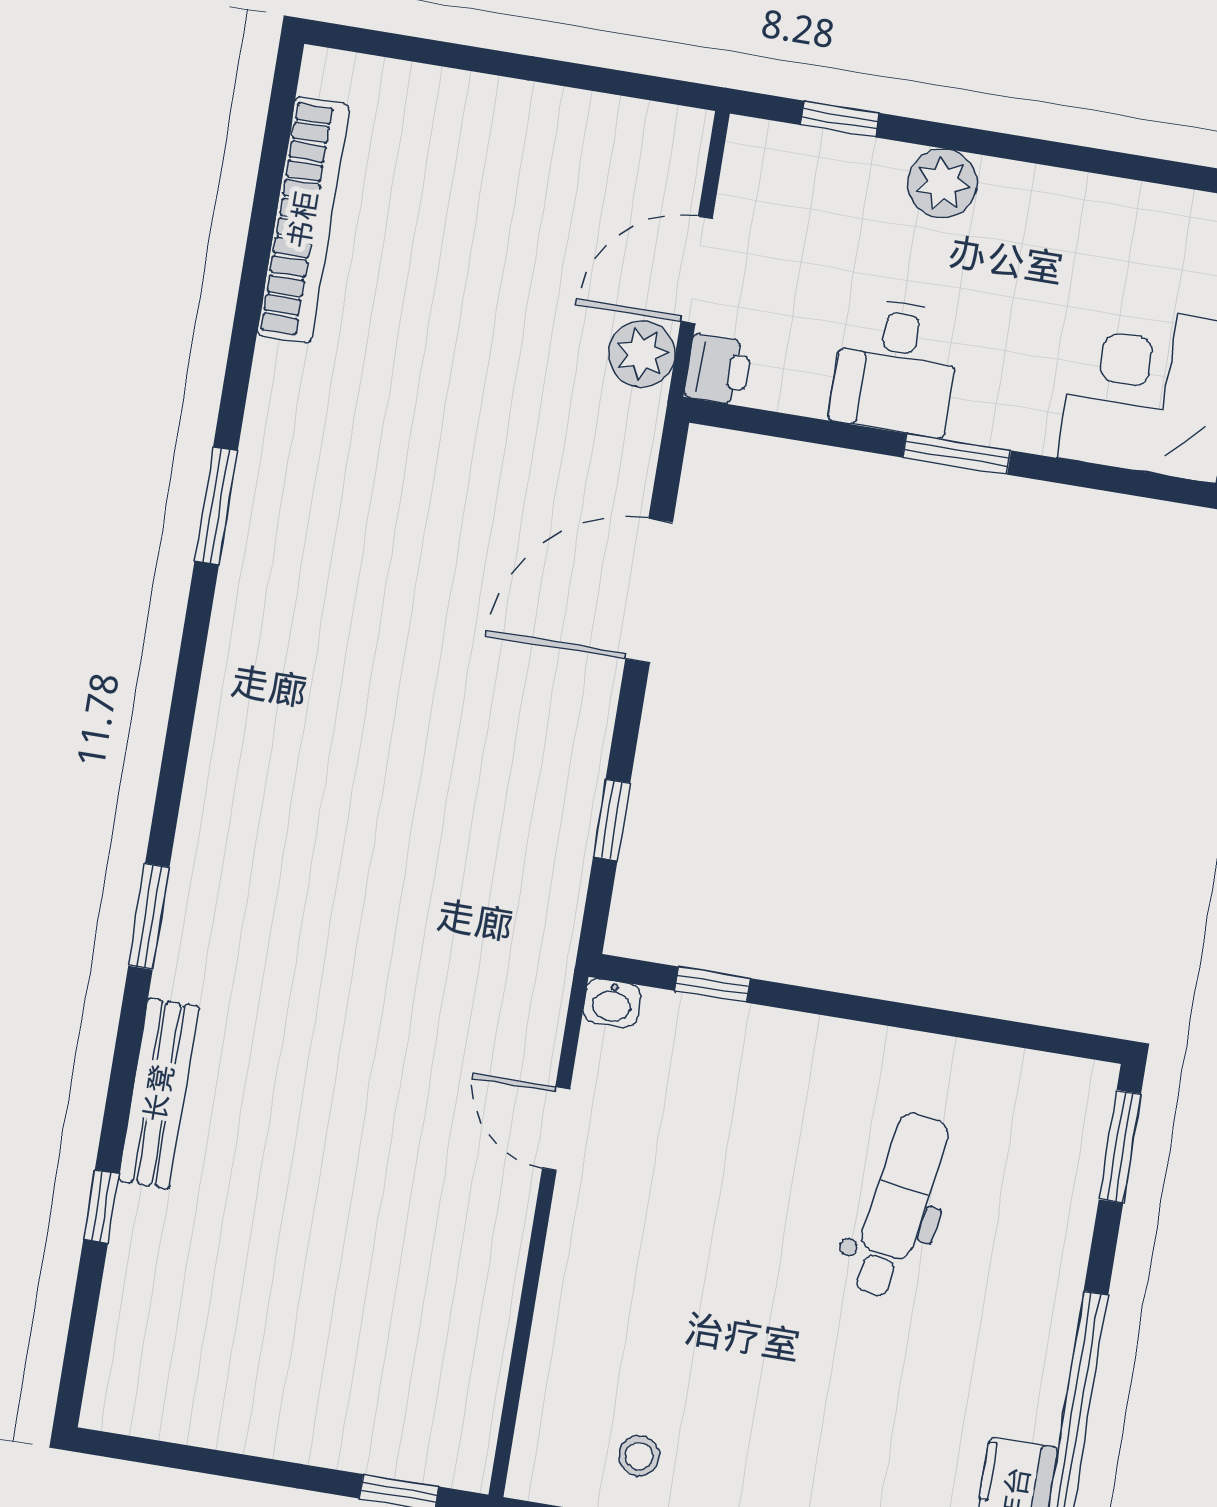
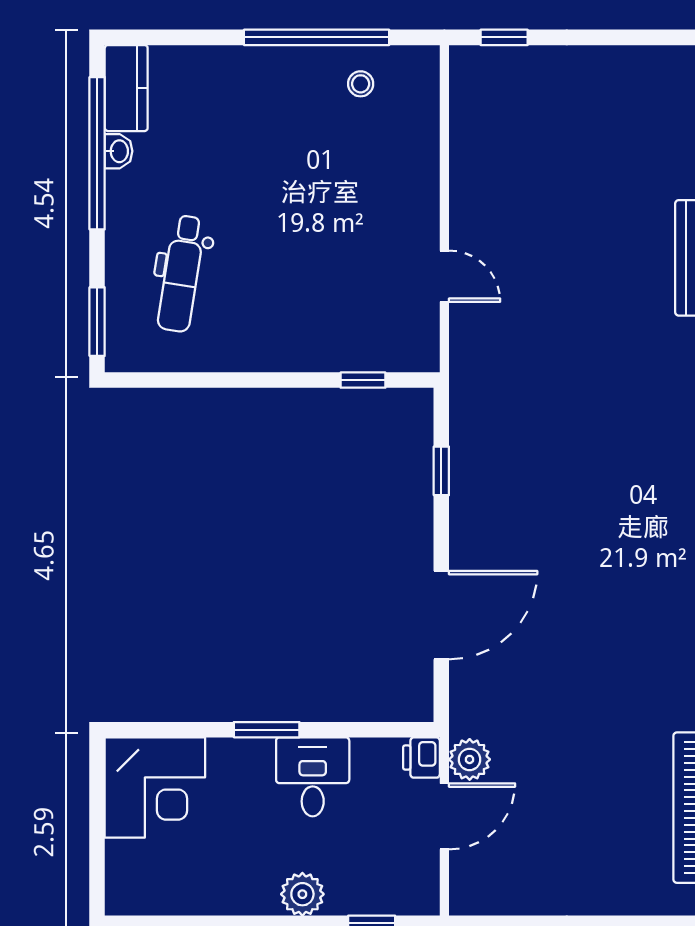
washbasin: (612, 1003) -> (119, 151), moved, turned 90
dental chair: (899, 1205) -> (181, 274), moved

